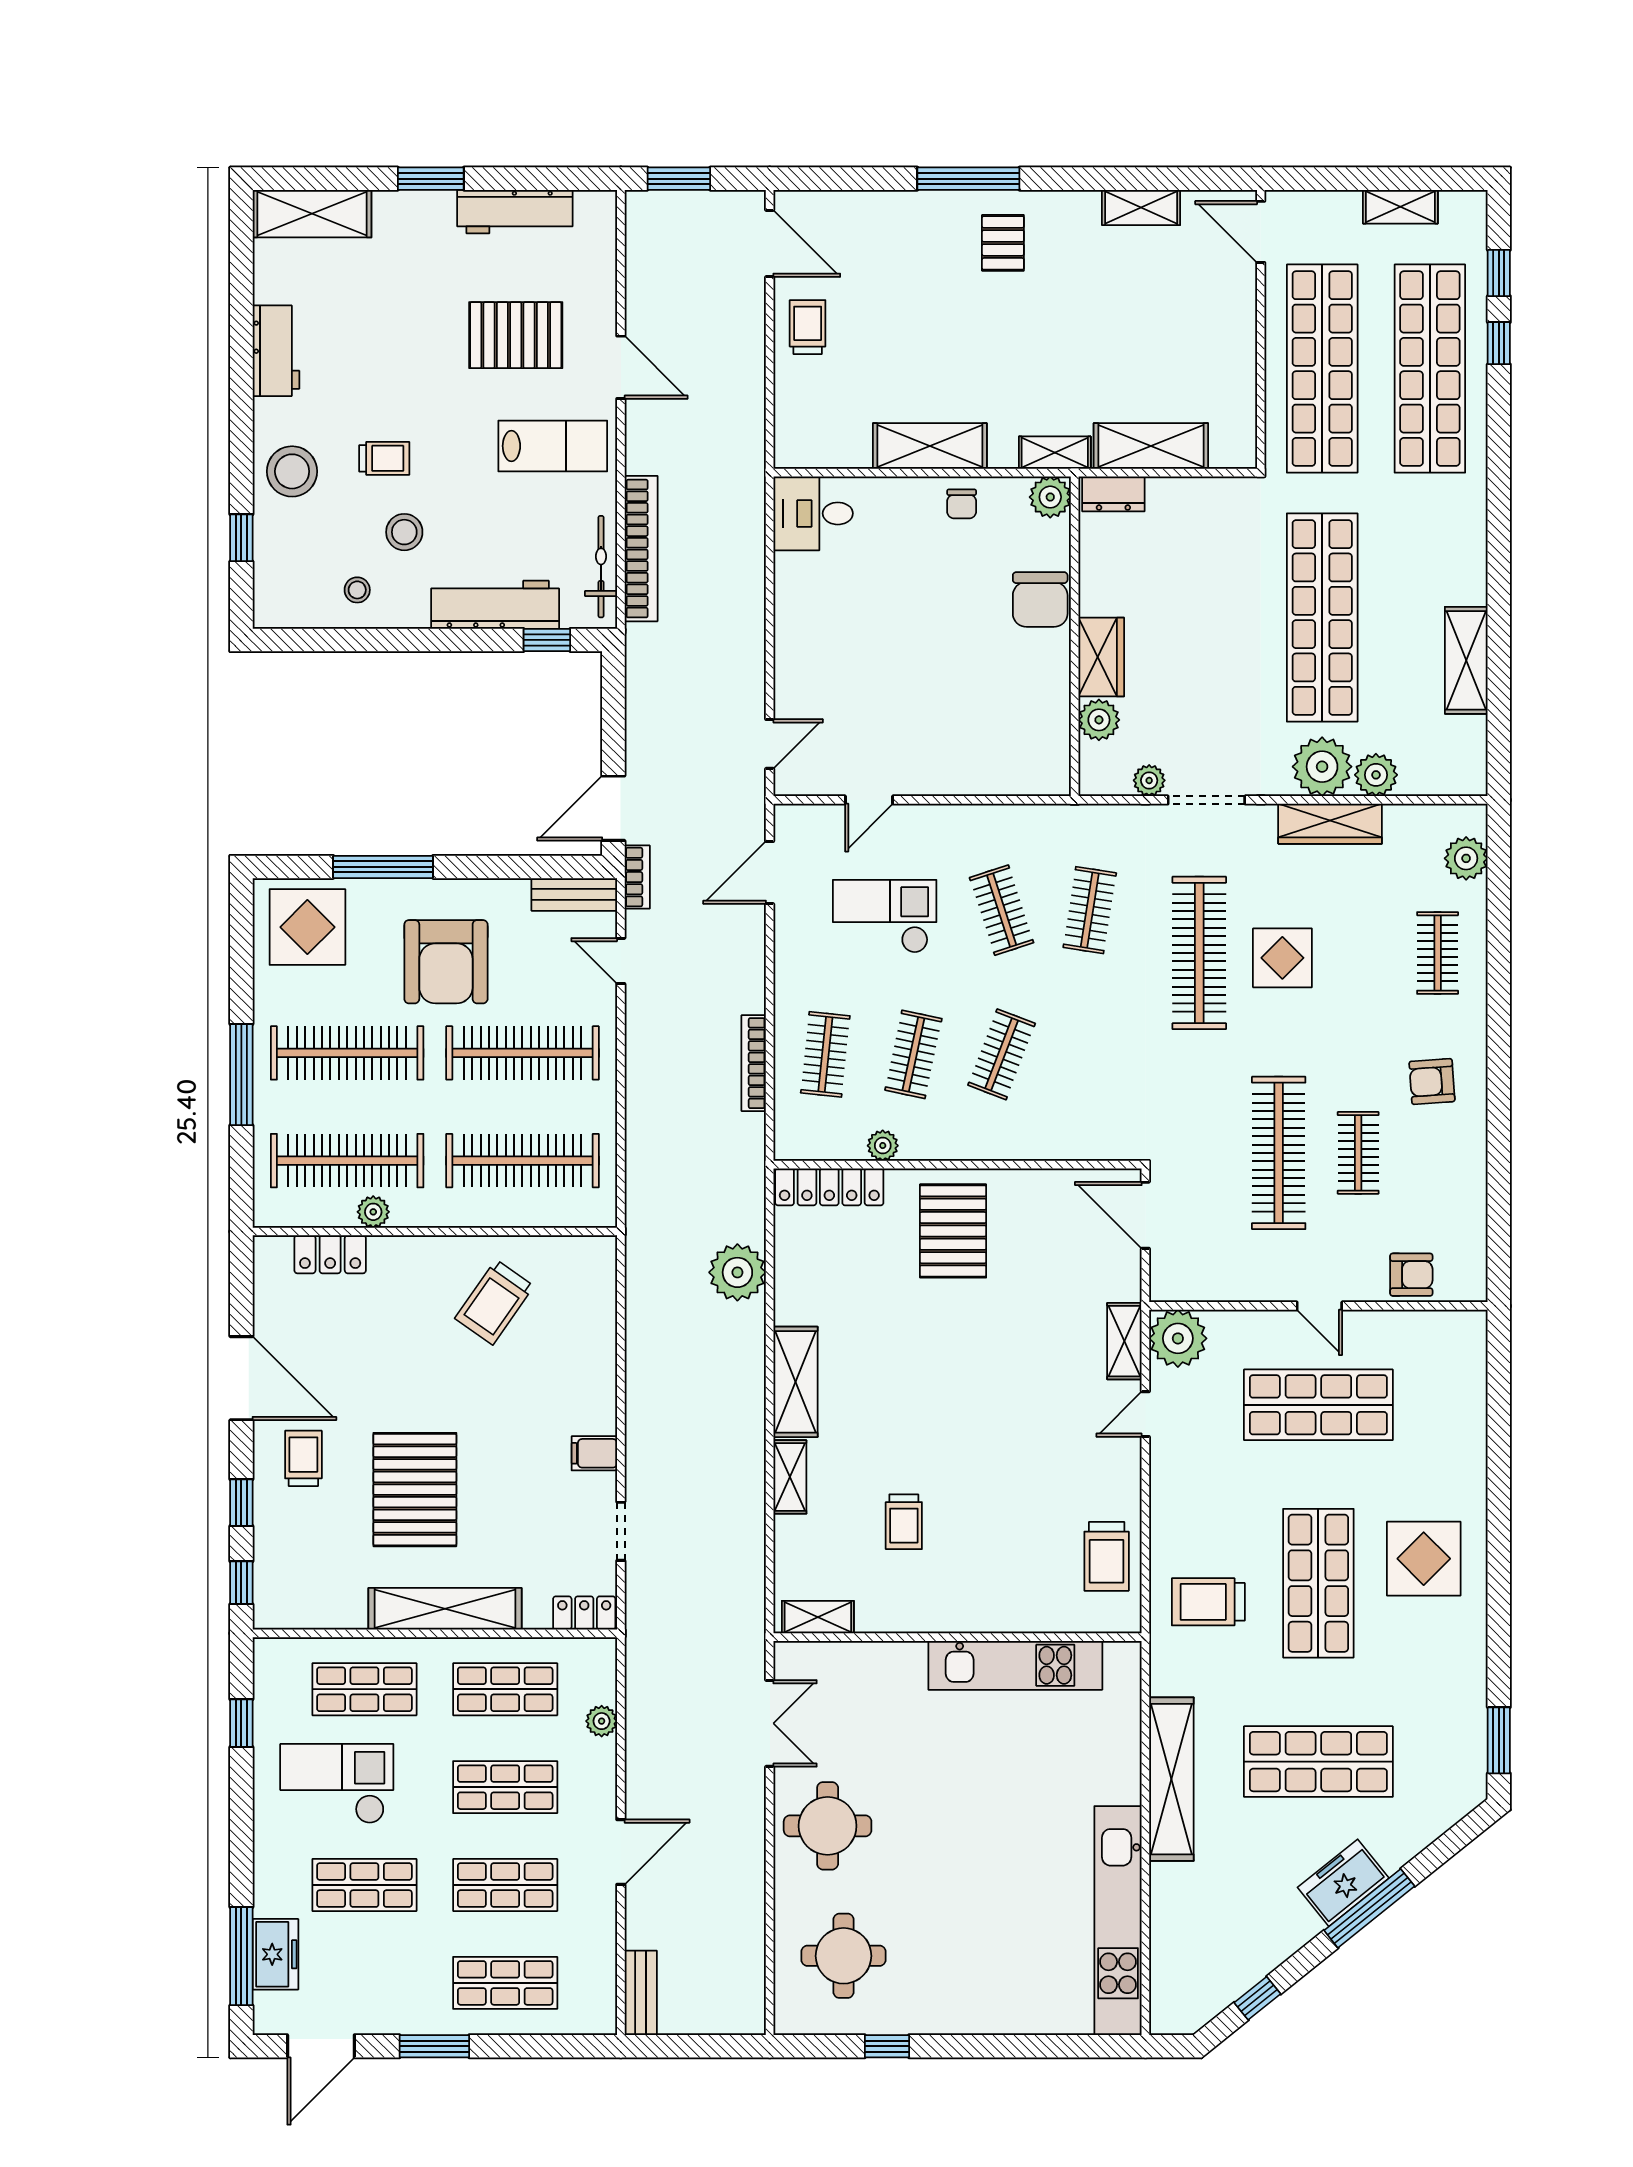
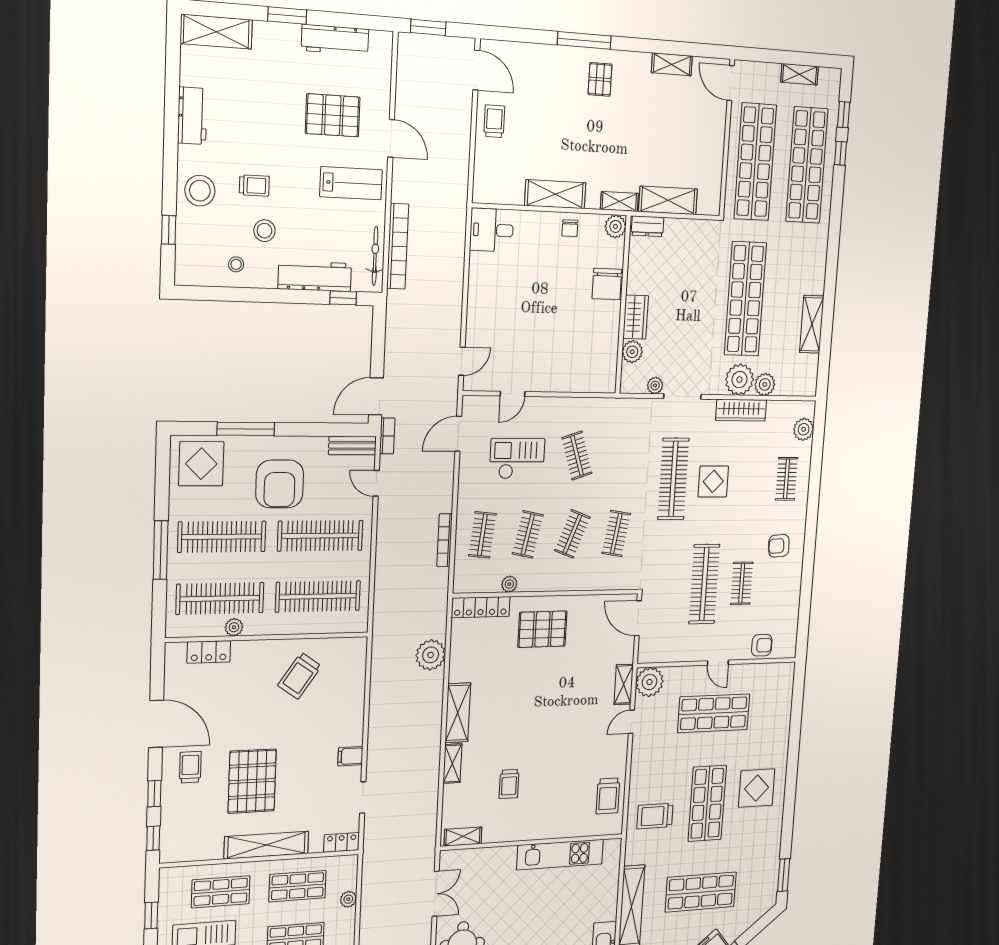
clothes rail: (1090, 910) -> (616, 533), moved
pallet: (953, 1231) -> (542, 629), turned 90

